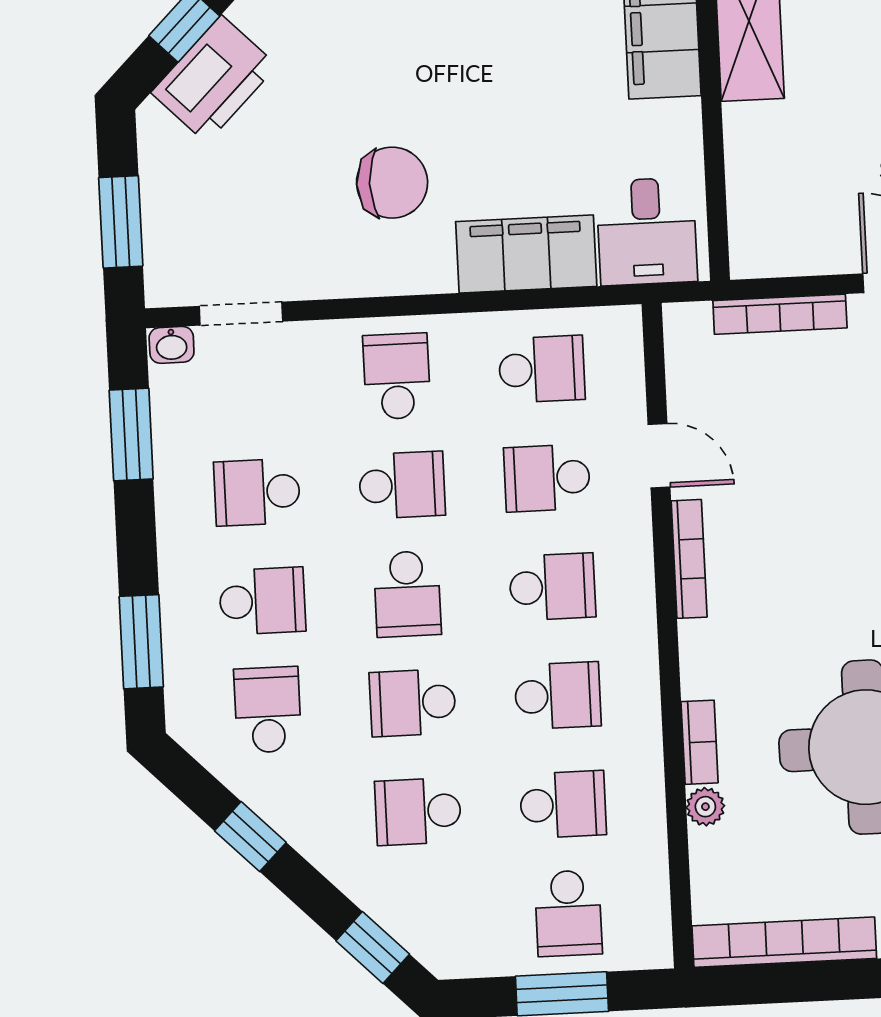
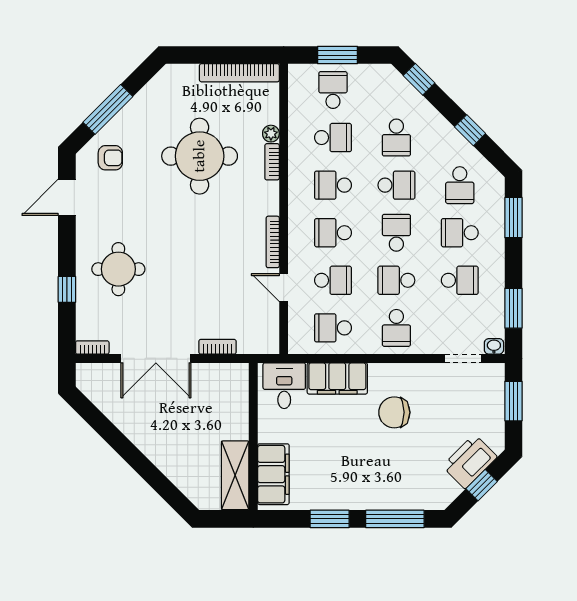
bookcase: (780, 314) -> (217, 347), width x0.64
school desk: (563, 804) -> (333, 138), turned 180
school desk: (418, 812) -> (396, 138), turned 90

